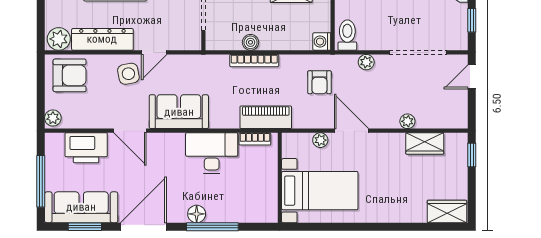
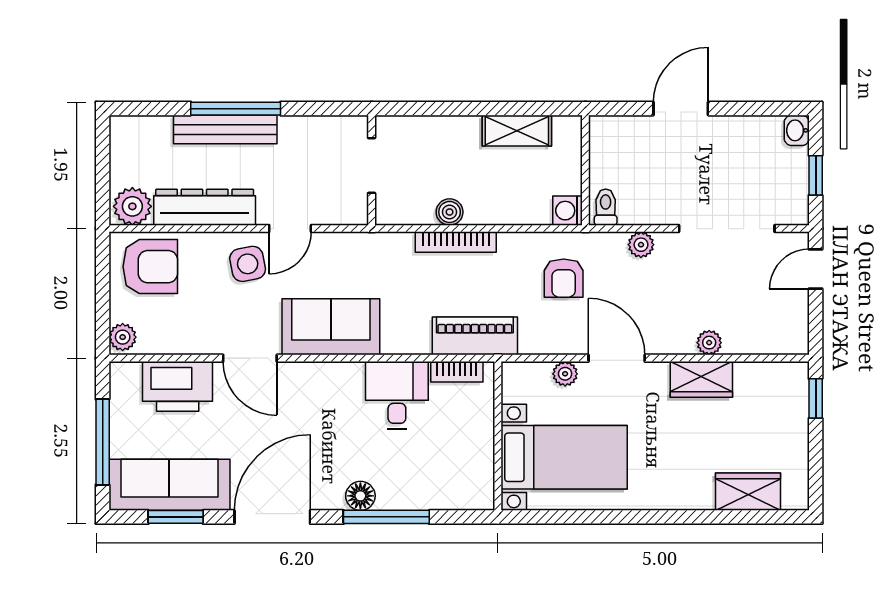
toilet: (347, 35) -> (606, 207), width x0.73, depth x0.72
wardrobe: (425, 144) -> (701, 379), moved
desk: (212, 153) -> (397, 395), width x0.73
wardrobe: (447, 211) -> (748, 492), moved

